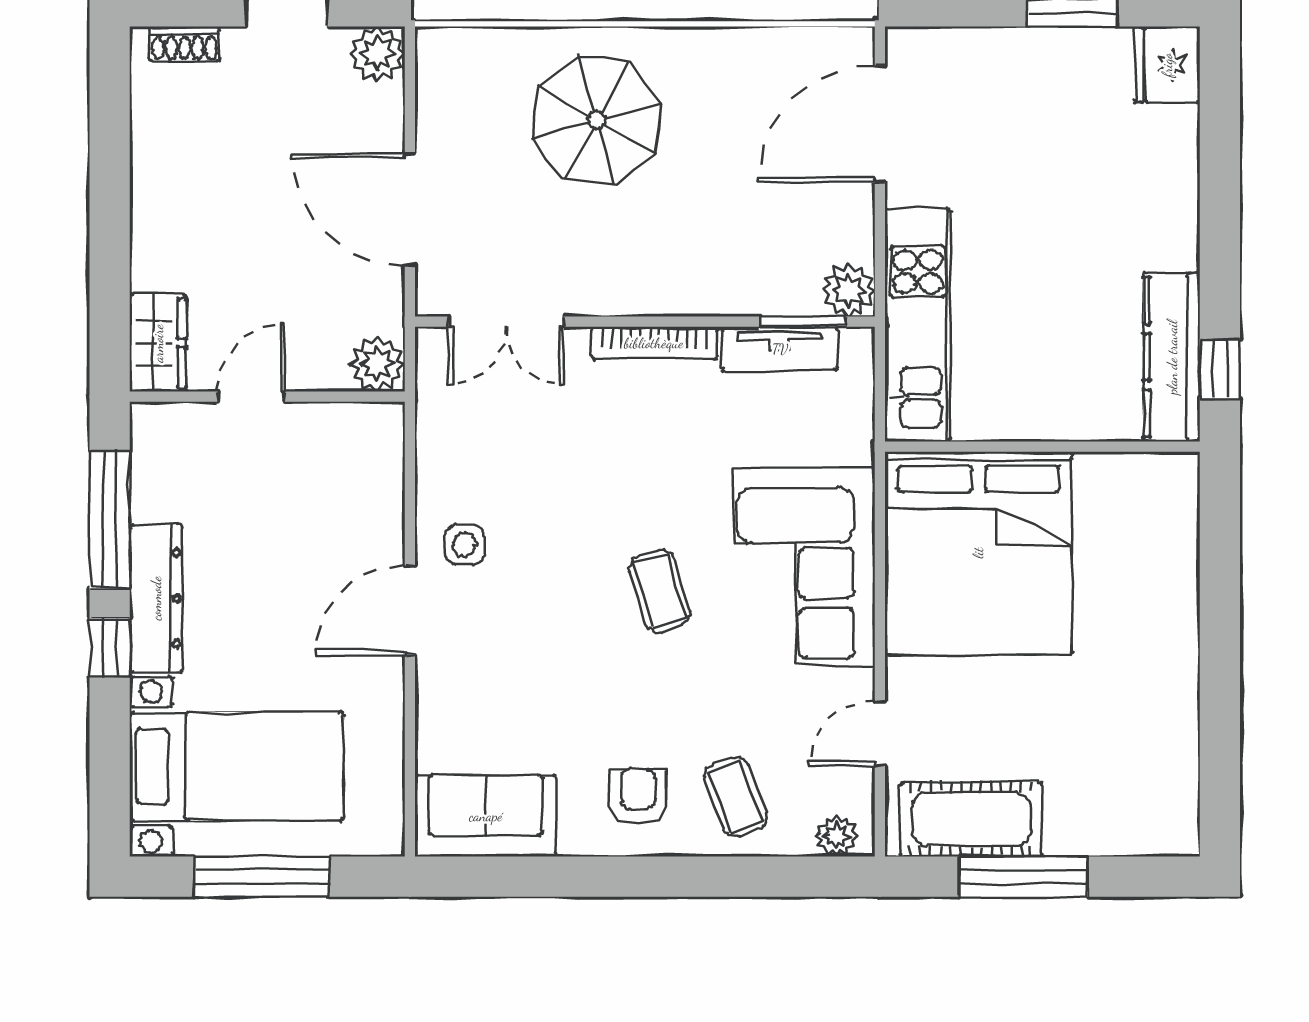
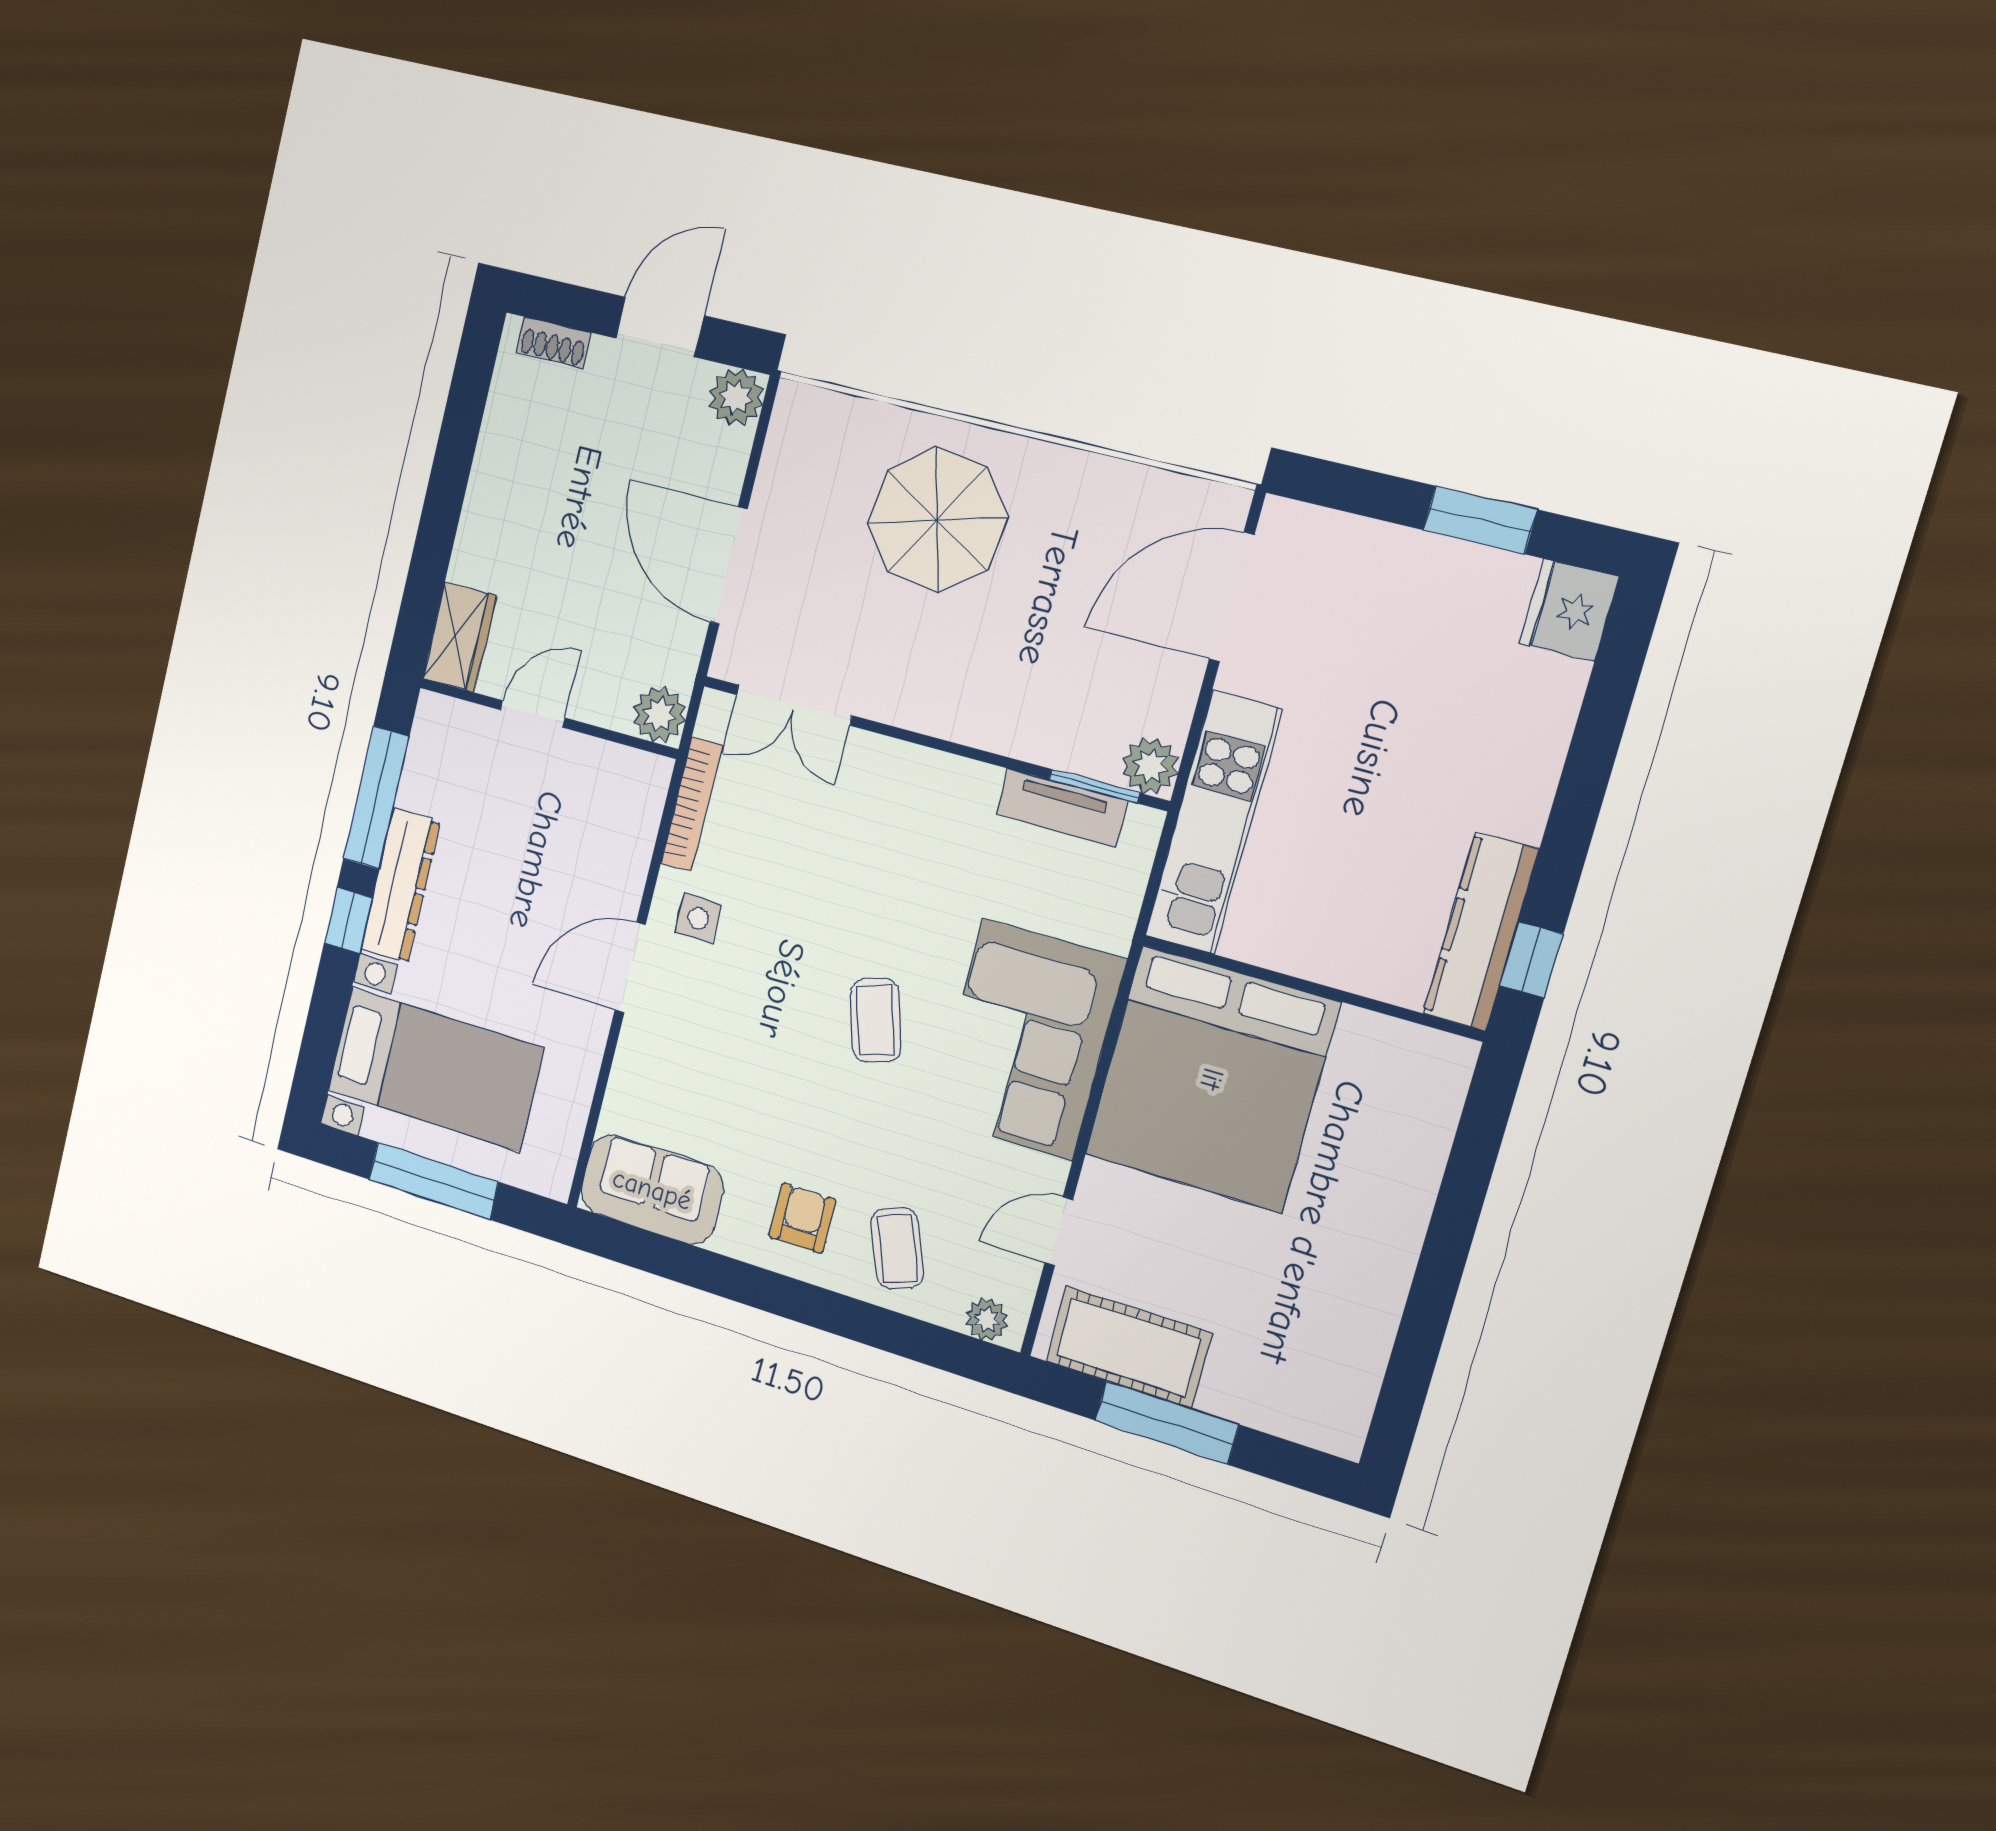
bookcase: (654, 343) -> (692, 804), moved, turned -90

